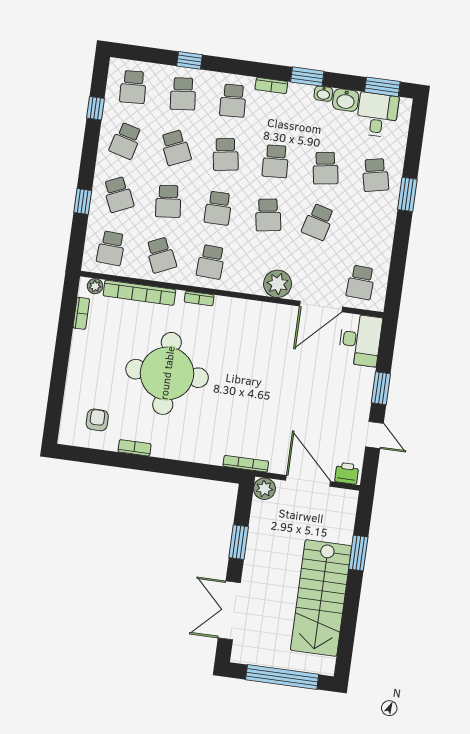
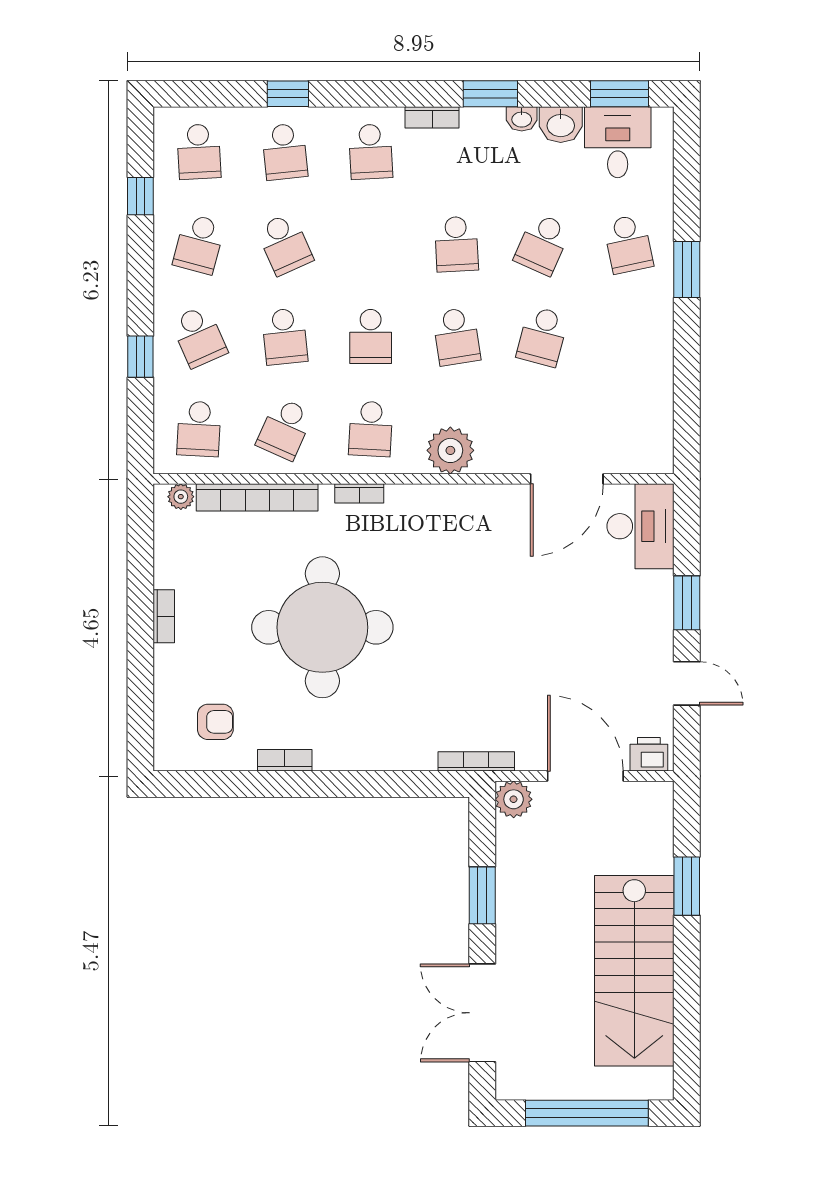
school desk: (226, 154) -> (371, 244), removed
school desk: (325, 168) -> (542, 244), turned 33
school desk: (161, 255) -> (285, 429), turned 48
school desk: (361, 282) -> (628, 429), removed
plant: (278, 284) -> (450, 450), moved
bookcase: (81, 313) -> (164, 616), moved
armchair: (97, 420) -> (215, 722), turned 90

